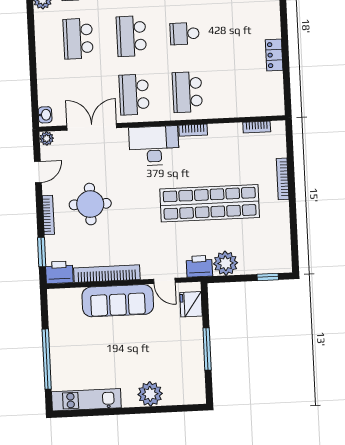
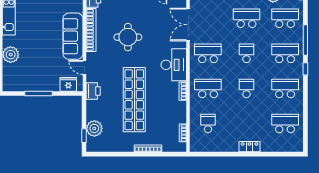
school desk: (131, 36) -> (246, 53), width x0.54
locker: (274, 55) -> (250, 147), moved
school desk: (241, 90) -> (208, 124), added
double door: (92, 127) -> (188, 25), swing flipped
round table: (90, 204) -> (128, 37), moved
plant: (226, 263) -> (94, 128), moved
door: (164, 281) -> (85, 67), hinge flipped

